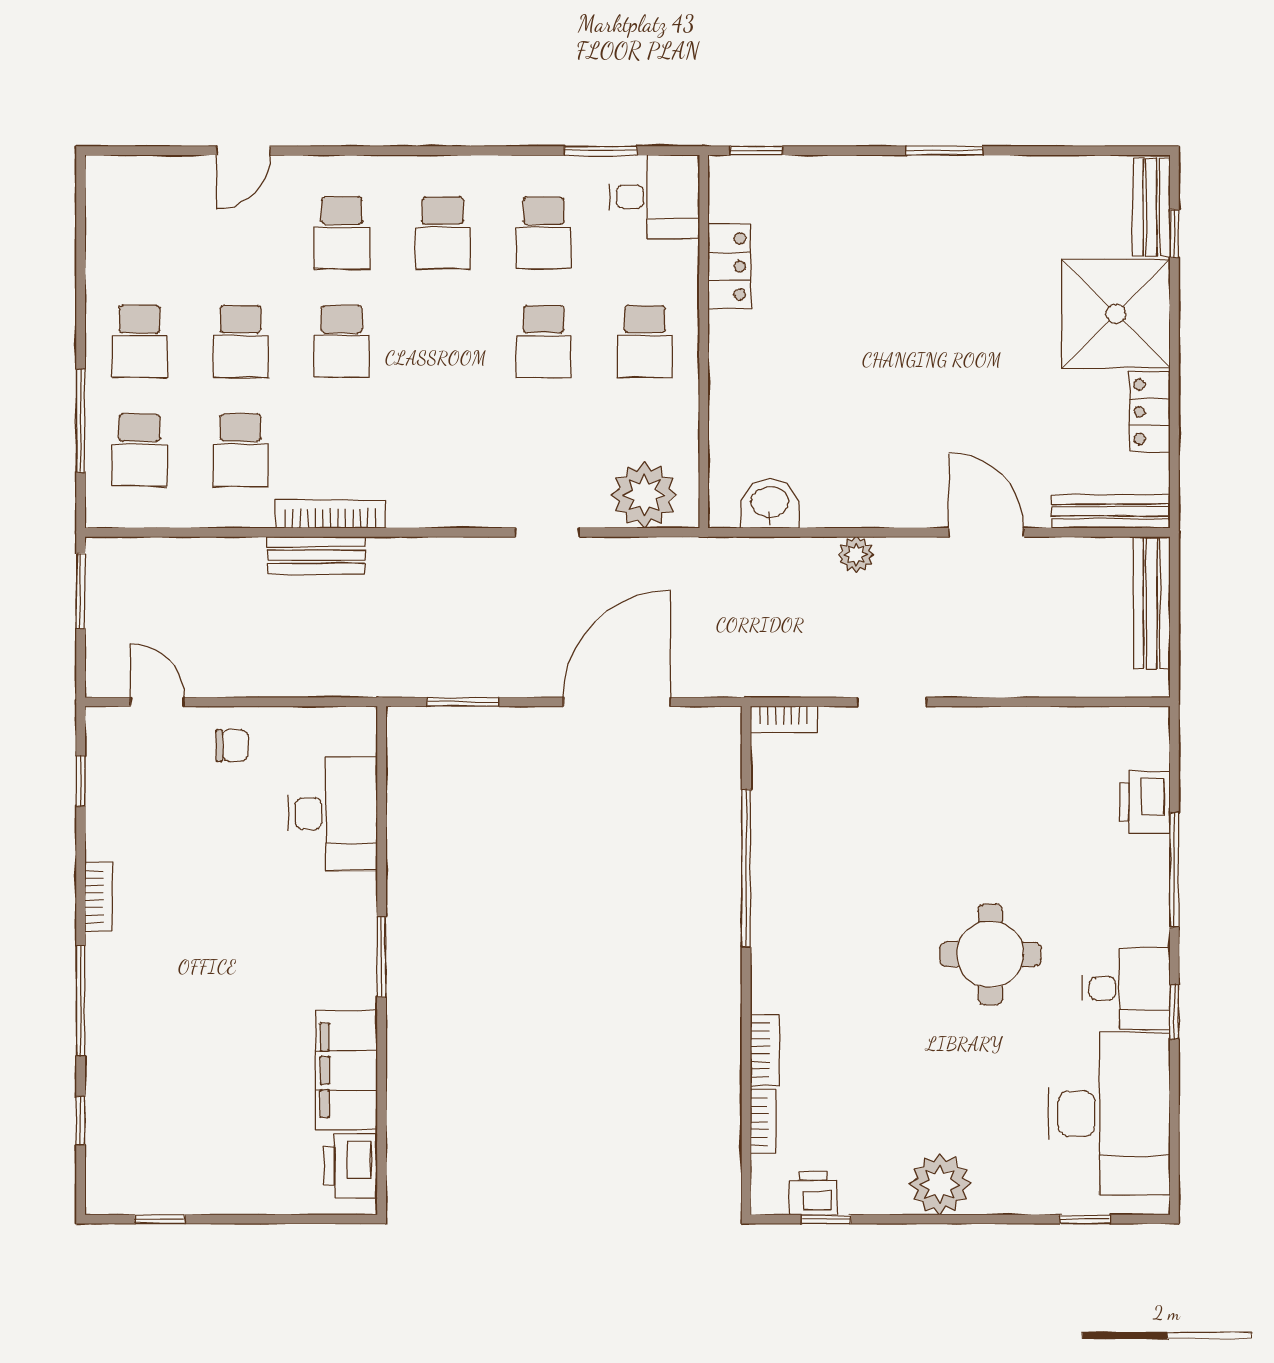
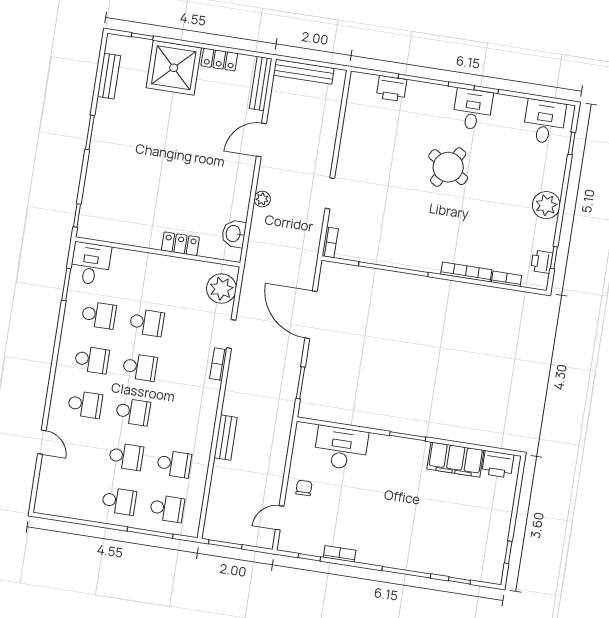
bench: (1151, 207) -> (109, 76), moved, turned 90
locker: (729, 266) -> (180, 244), moved
school desk: (645, 341) -> (140, 367), moved
bookcase: (330, 514) -> (218, 364), moved, width x0.64
bookcase: (99, 897) -> (340, 554), moved
round table: (990, 954) -> (448, 167), turned 32
bookcase: (765, 1050) -> (466, 272), width x1.56
desk: (1109, 1114) -> (544, 122), width x0.53, depth x0.77

